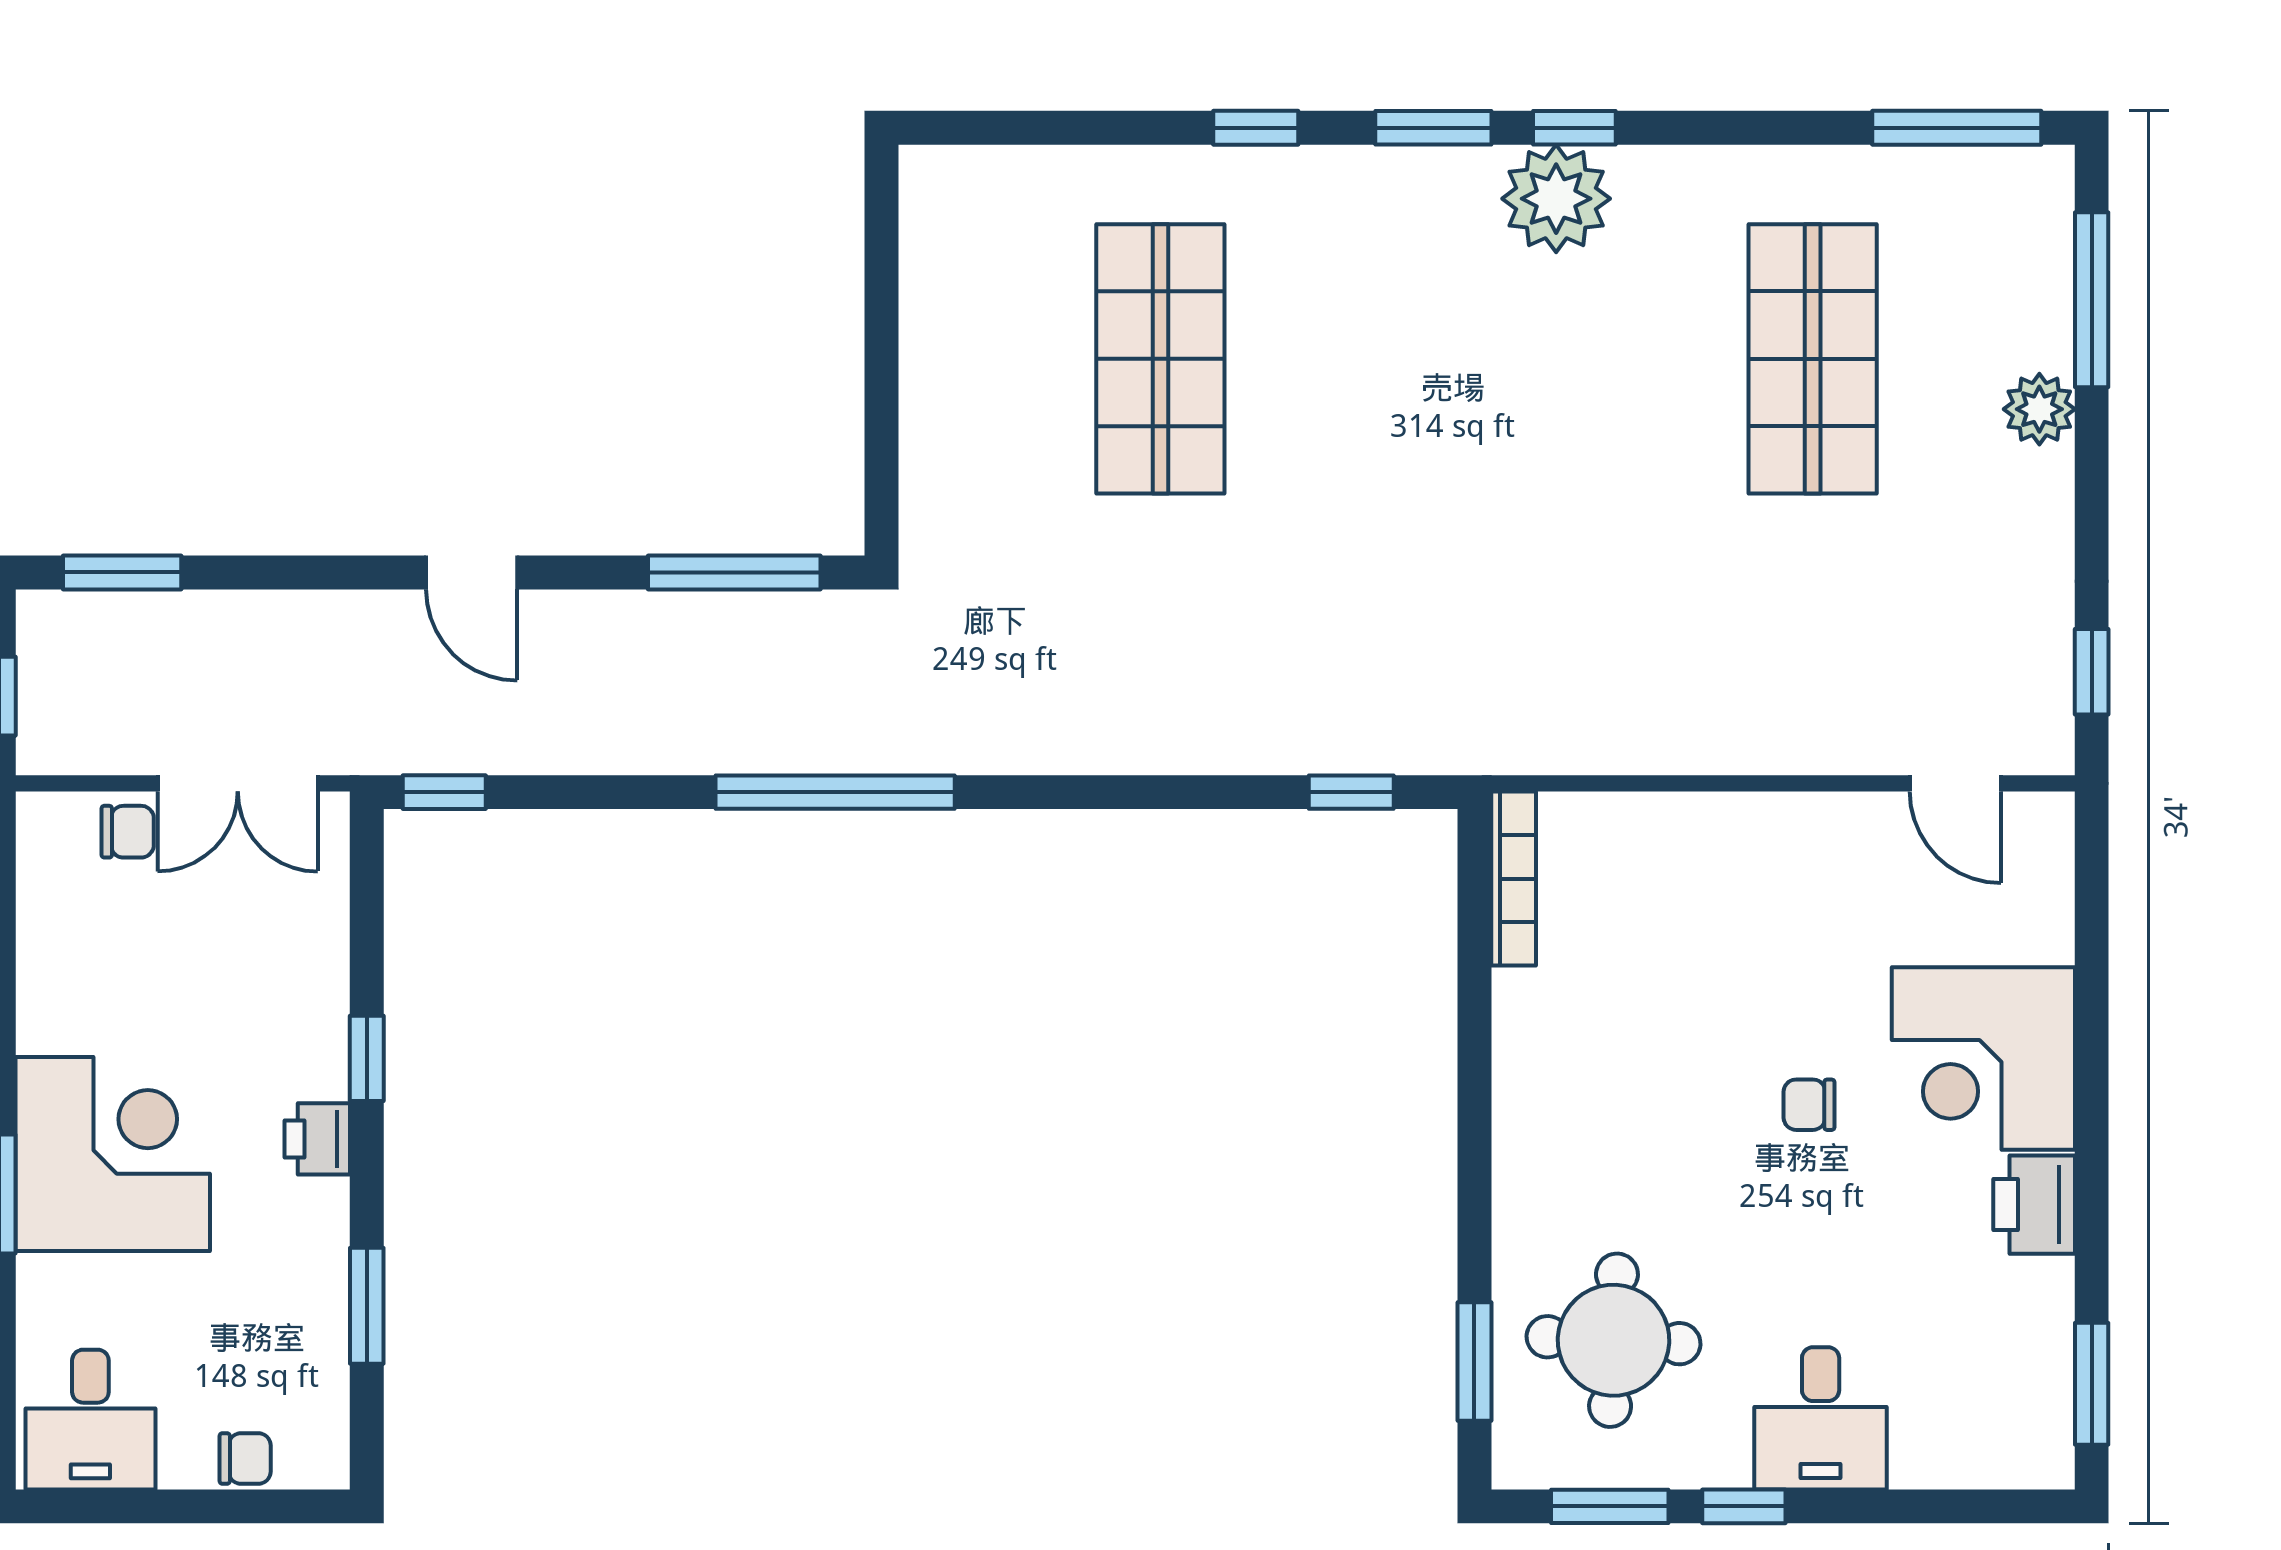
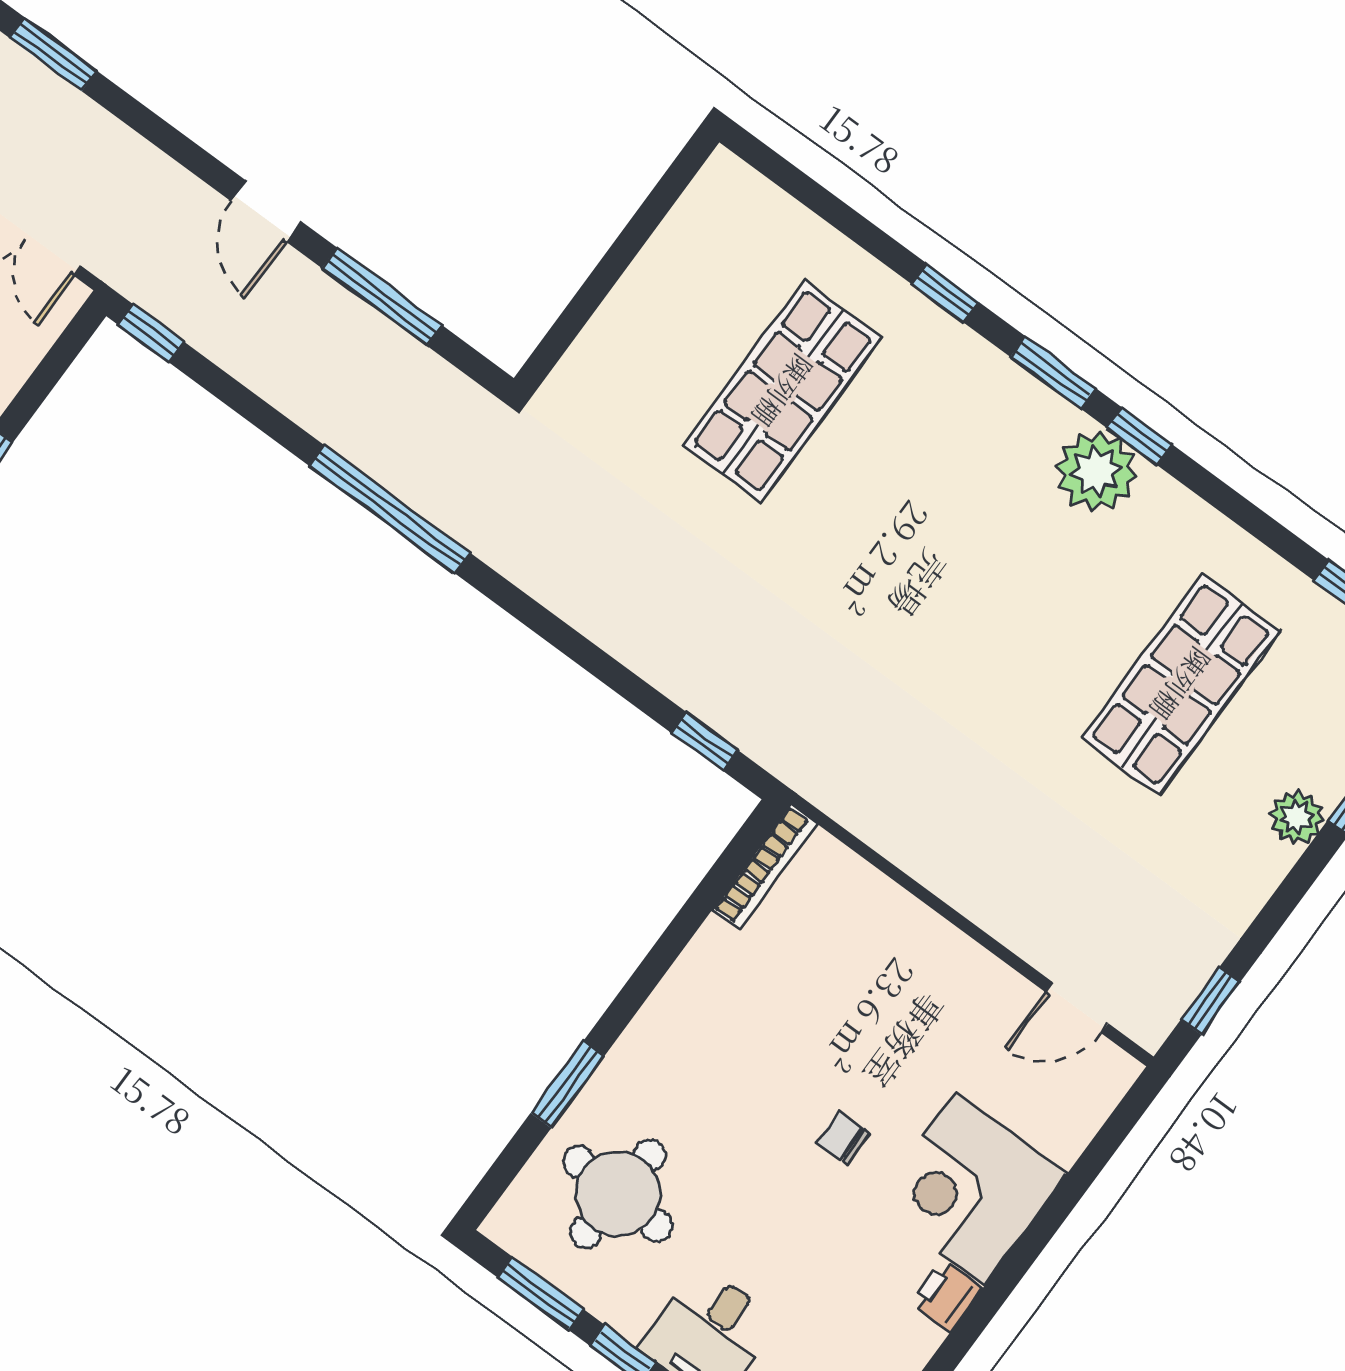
window: (734, 572) -> (382, 297), moved
door: (1955, 783) -> (1077, 1008), hinge flipped
printer: (2034, 1205) -> (946, 1296), width x0.73, depth x0.81
window: (1474, 1362) -> (568, 1084), moved

